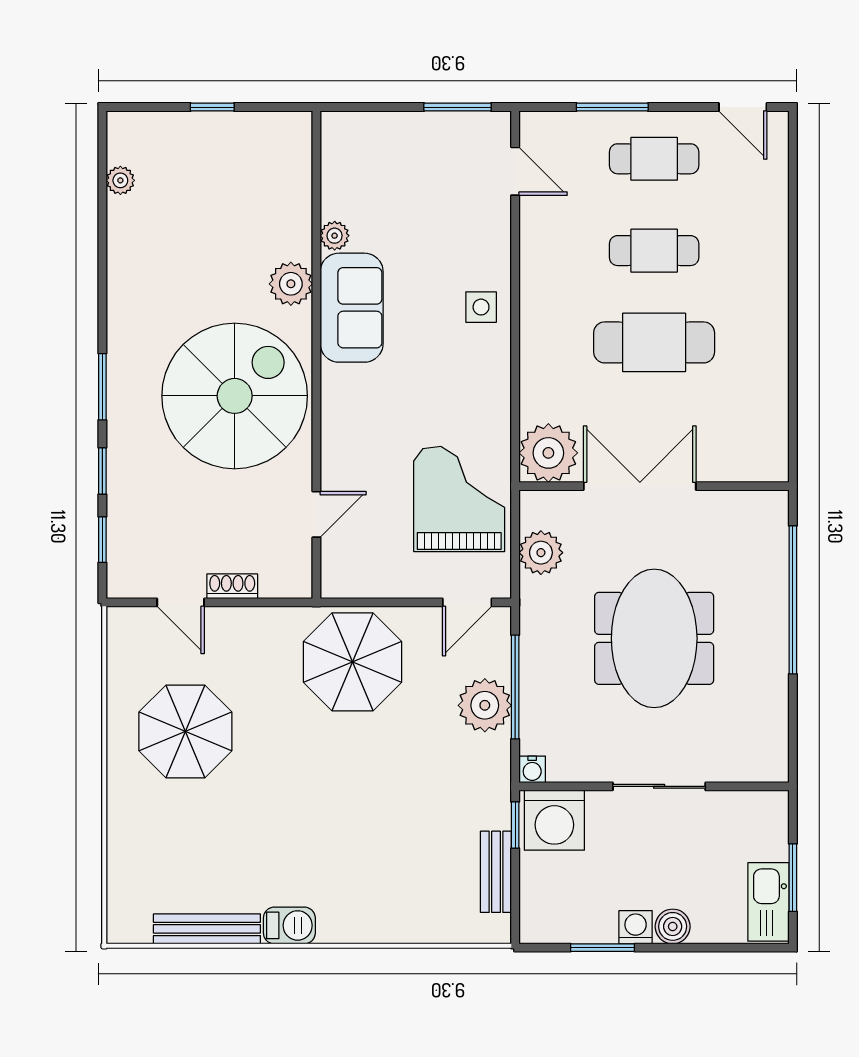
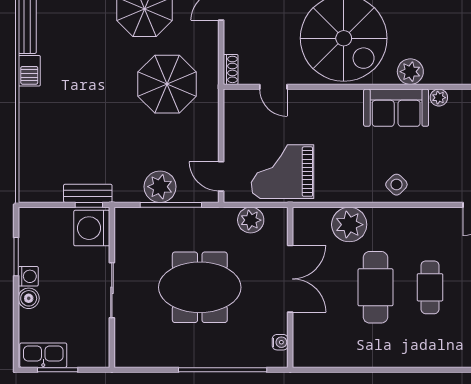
side table: (481, 307) -> (396, 185), turned 45
plant: (548, 453) -> (349, 225), moved
grand piano: (459, 499) -> (283, 172), turned 180
shoe rack: (232, 586) -> (231, 69), moved
parasol: (353, 662) -> (167, 84), moved
water cooler: (532, 769) -> (280, 342), moved, turned 180
bench: (496, 872) -> (88, 193), moved

